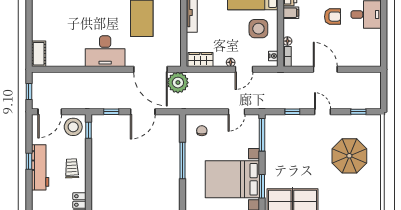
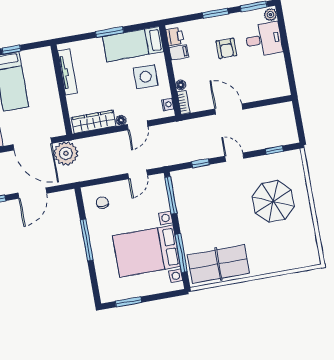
armchair: (332, 17) -> (226, 48), turned 90
wardrobe: (201, 60) -> (94, 122), width x1.50
window: (262, 186) -> (181, 253), width x1.44

